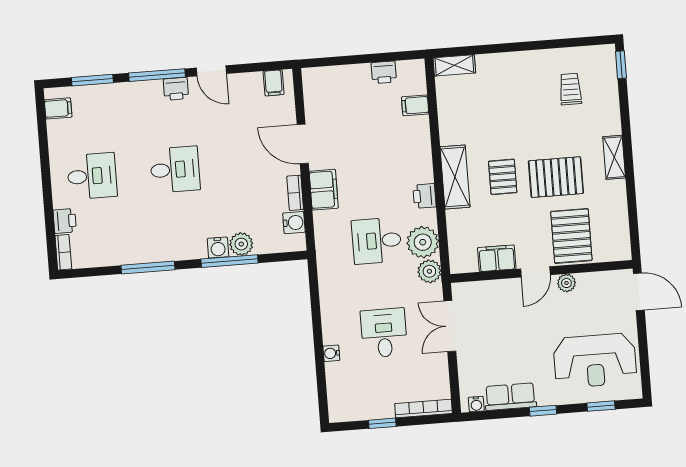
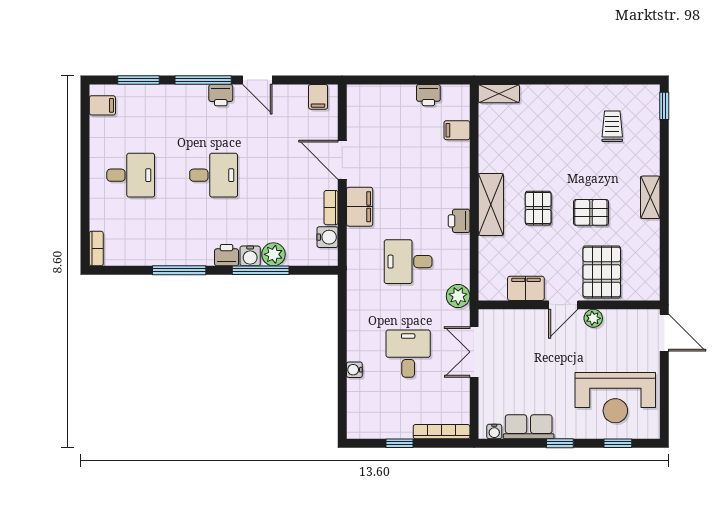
pallet: (556, 177) -> (591, 212), width x0.67, depth x0.71
printer: (65, 221) -> (227, 255), moved, turned -90
plant: (423, 242) -> (454, 267), removed

